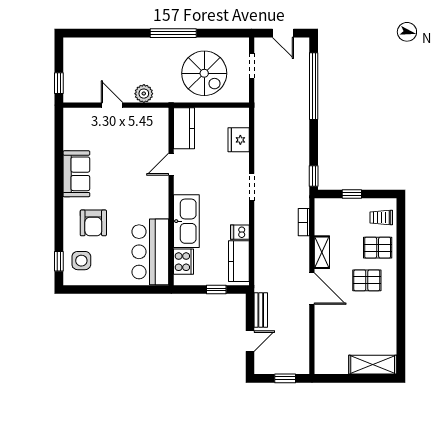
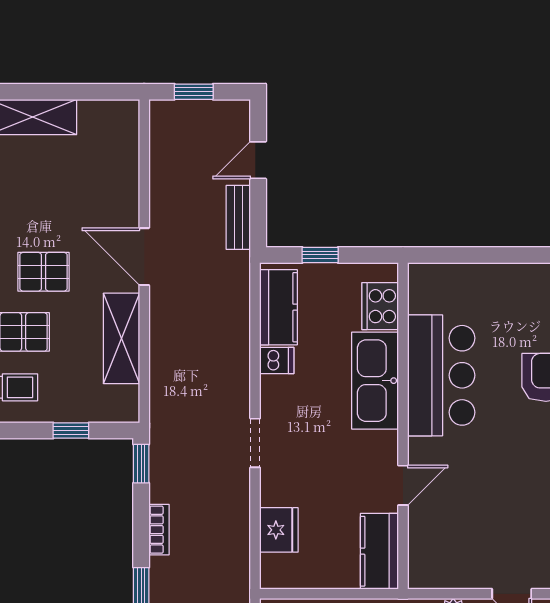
bookcase: (304, 222) -> (159, 530), moved
bar counter: (150, 252) -> (441, 375), moved
shelving: (322, 252) -> (122, 338), width x1.50, depth x1.33

